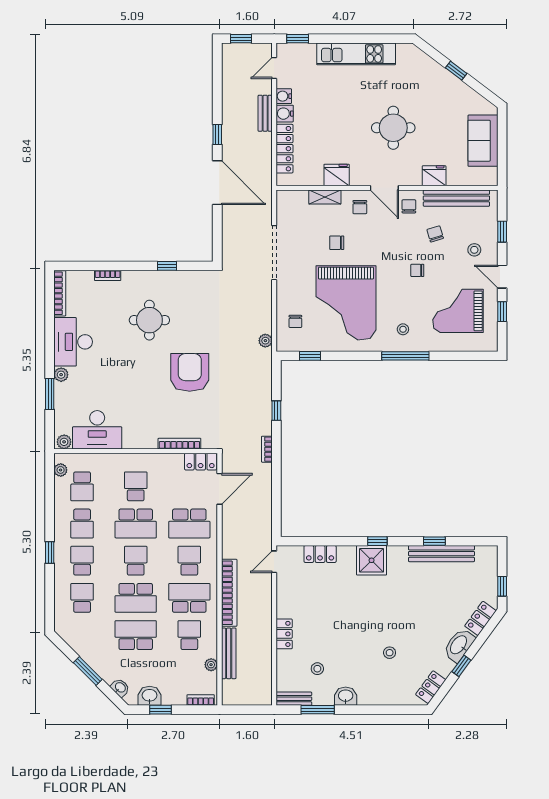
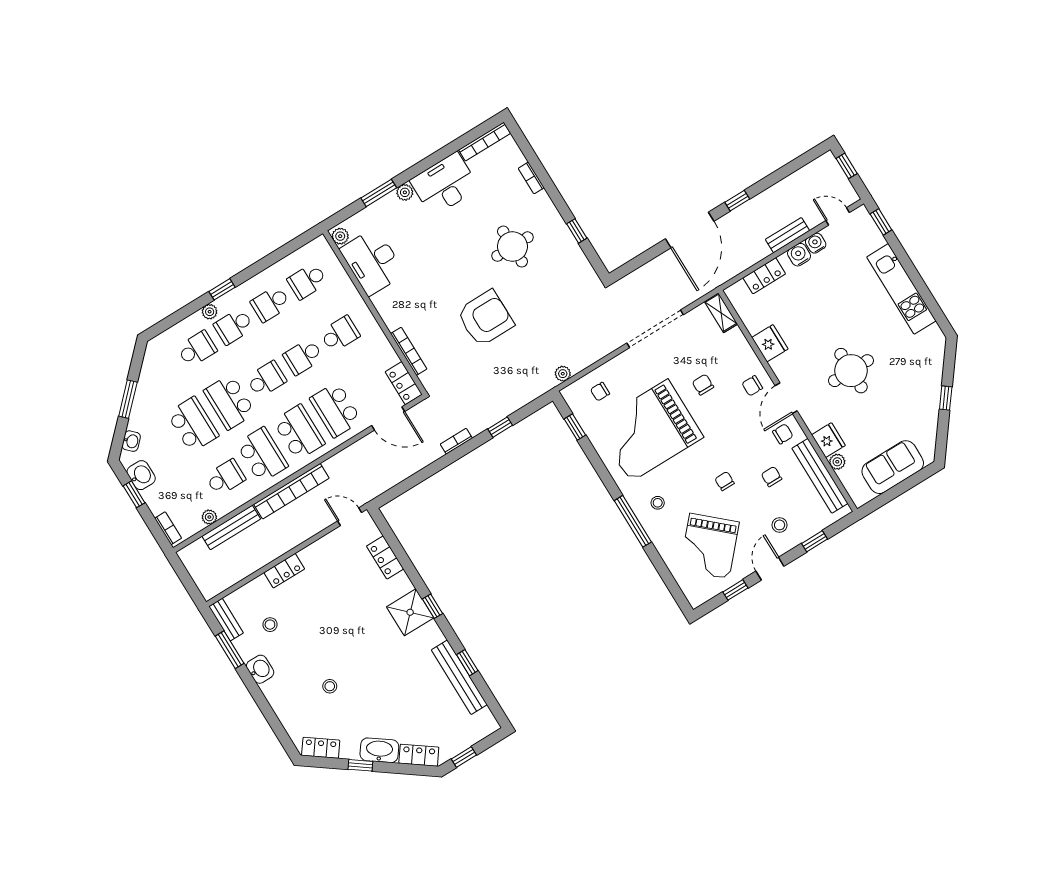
locker: (285, 149) -> (764, 276), width x0.66
plant: (454, 179) -> (837, 462), added
shelving: (325, 197) -> (721, 313), moved
chair: (435, 234) -> (771, 477), turned -73
grand piano: (458, 311) -> (709, 546), turned -138
plant: (61, 470) -> (210, 312), moved
school desk: (136, 524) -> (303, 357), width x0.54
school desk: (82, 561) -> (234, 326), turned 180
school desk: (189, 561) -> (299, 432), width x1.85

